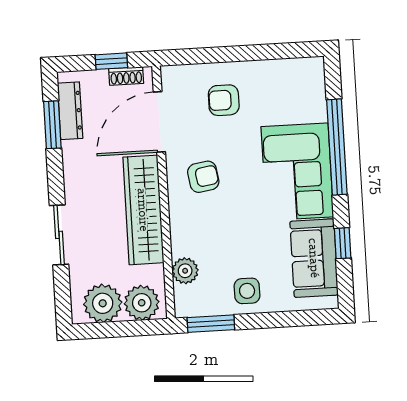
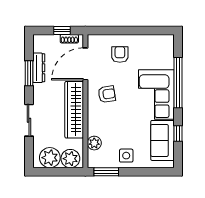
armchair: (224, 100) -> (120, 54), turned 90
dresser: (70, 111) -> (39, 68), moved
window: (52, 125) -> (29, 73), moved

